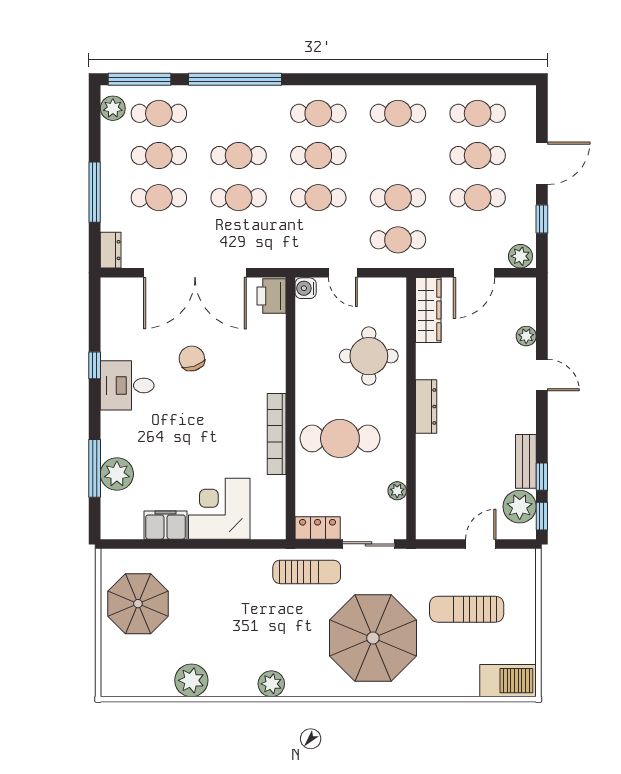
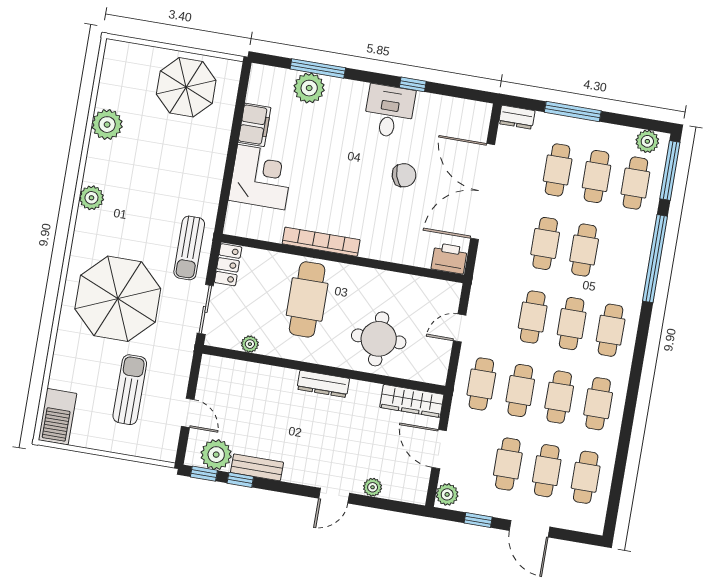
cafe table: (398, 156) -> (559, 397), added
water cooler: (306, 288) -> (451, 291), removed

